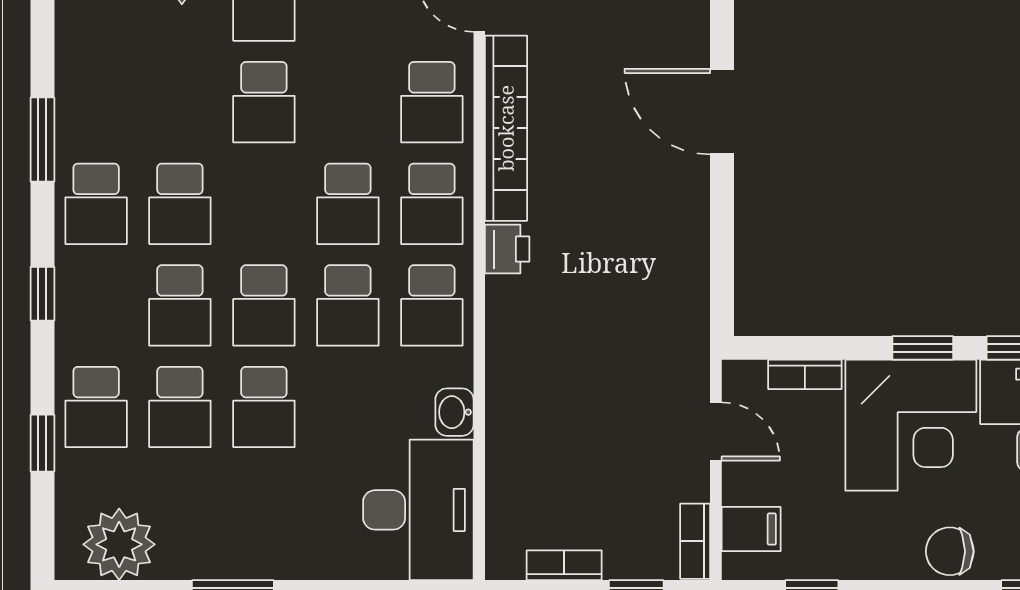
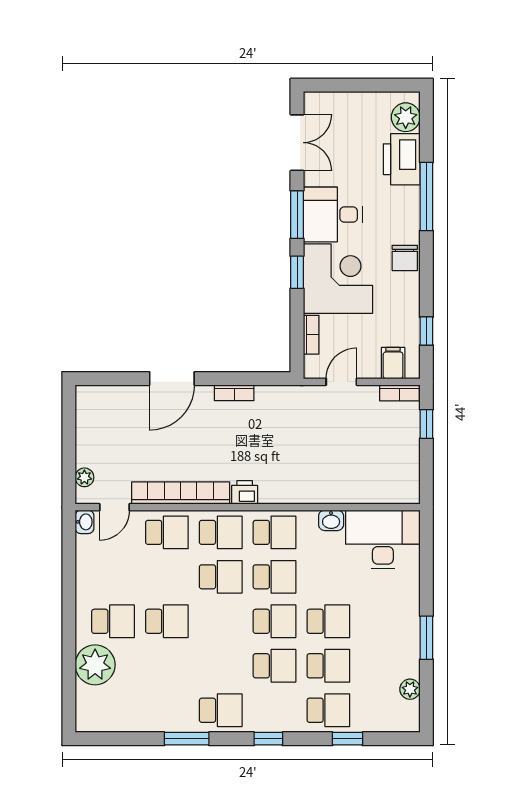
school desk: (180, 204) -> (221, 666), removed
plant: (119, 544) -> (410, 689), width x0.53, depth x0.53
bookcase: (564, 565) -> (234, 393), moved, turned -90

